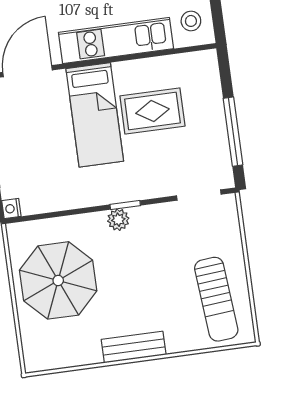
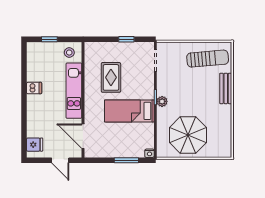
bed: (95, 115) -> (129, 111), moved, turned 180
window: (233, 132) -> (126, 39), width x0.46
bench: (134, 347) -> (226, 88), moved

